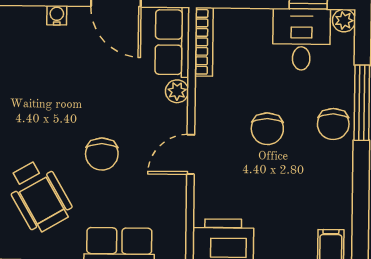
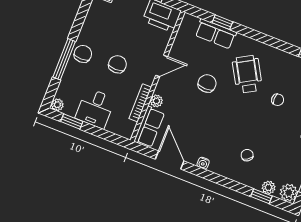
desk: (301, 39) -> (95, 108), moved
bookcase: (204, 42) -> (140, 103), moved

